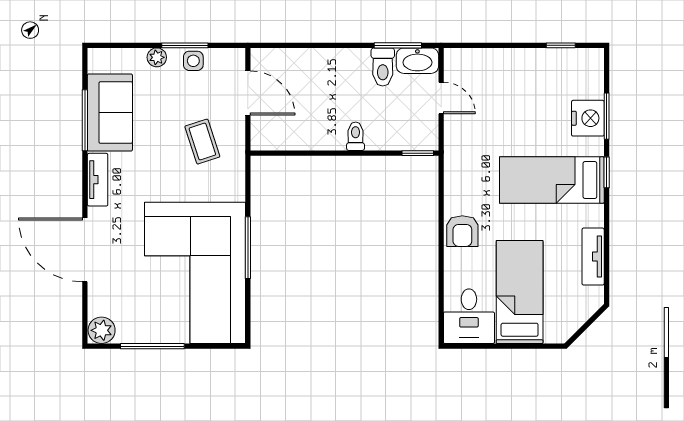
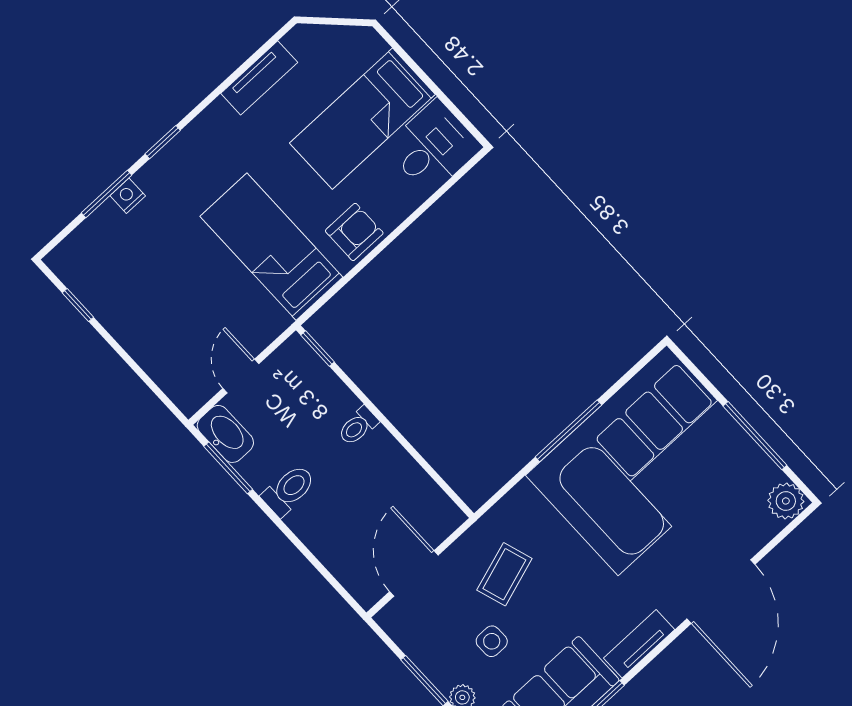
side table: (193, 61) -> (492, 641), moved
toilet: (383, 67) -> (289, 490), moved
nightstand: (588, 118) -> (128, 196), width x0.53, depth x0.56
bed: (552, 180) -> (271, 247), moved, turned 180

